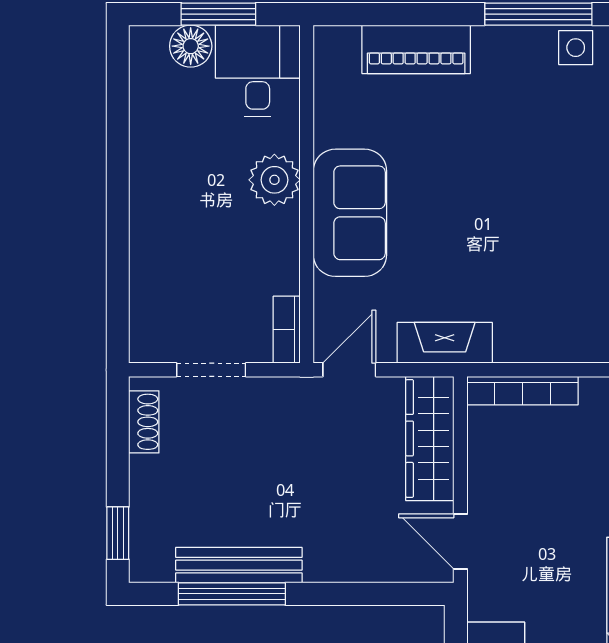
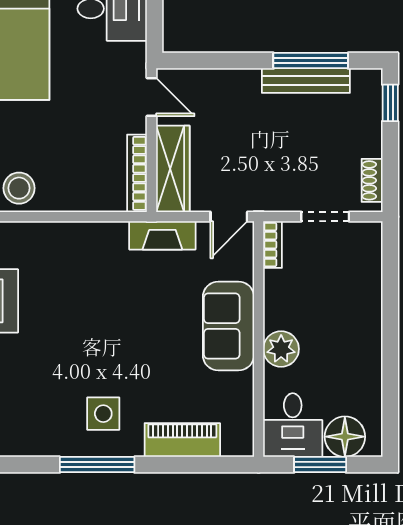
floor lamp: (191, 46) -> (345, 437), width x1.38, depth x1.38
side table: (576, 48) -> (103, 414), moved, width x1.37, depth x1.37
bookcase: (523, 391) -> (137, 173), moved, turned -90

